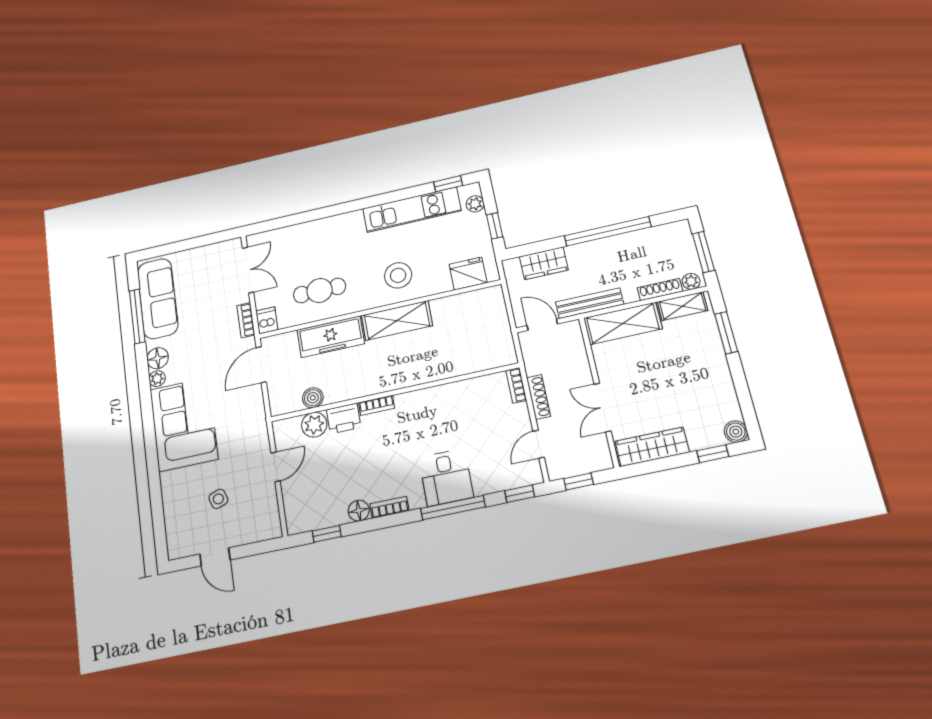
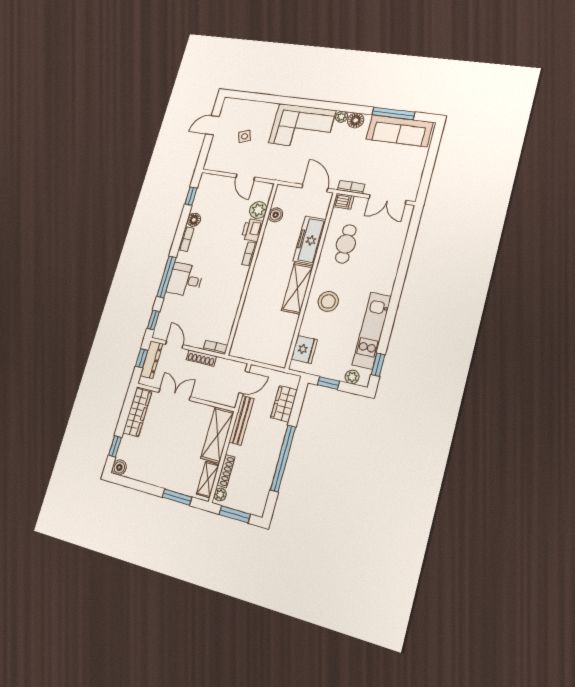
dresser: (574, 466) -> (152, 360), added

